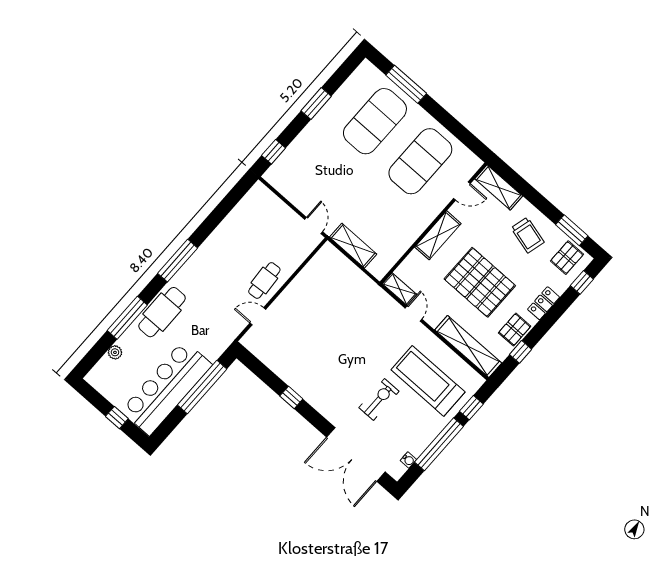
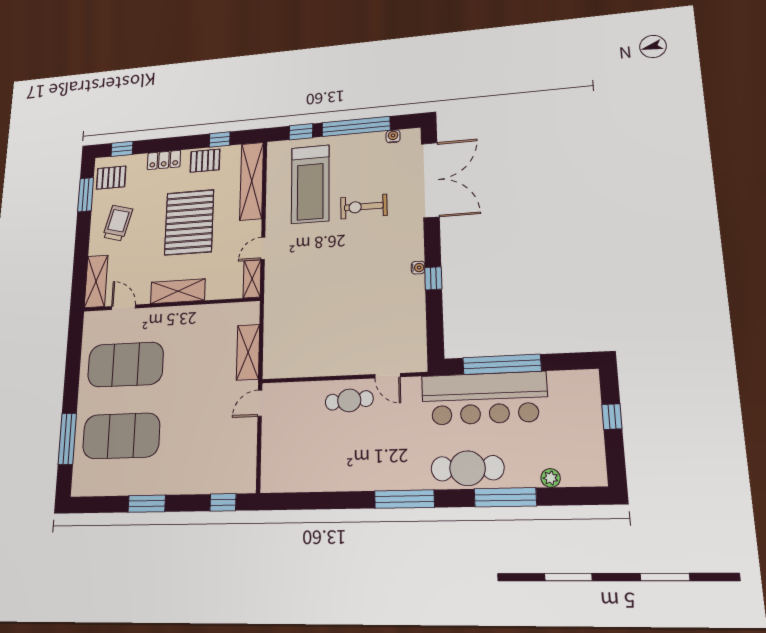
bar counter: (166, 388) -> (484, 398), moved
water cooler: (307, 395) -> (418, 268), added

